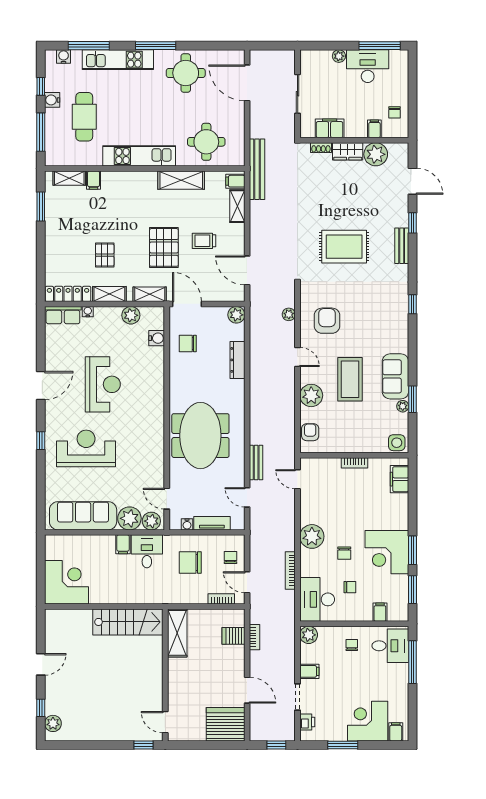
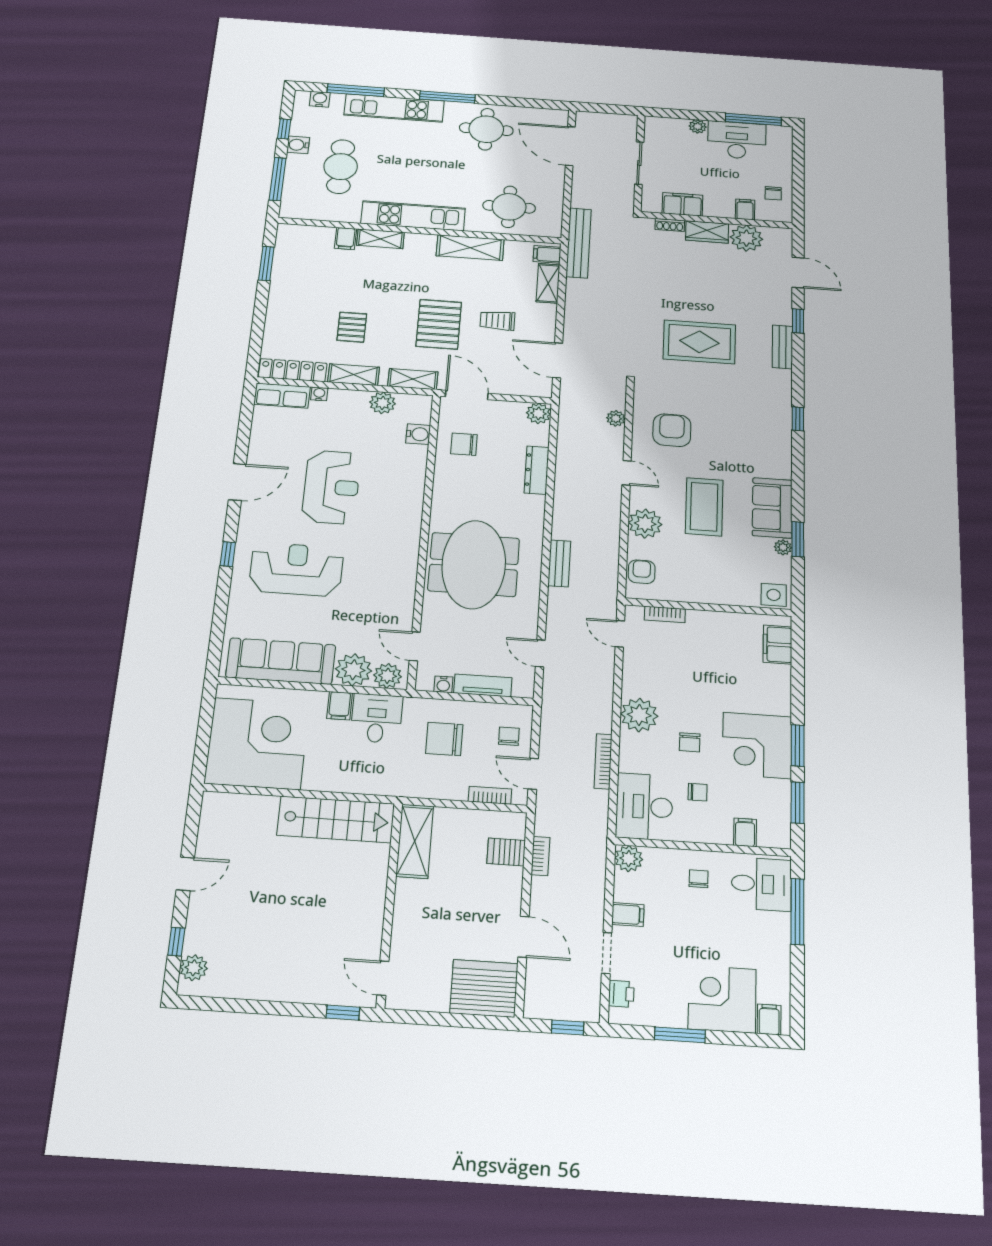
shelving: (69, 178) -> (380, 239), moved
bench: (256, 462) -> (559, 563), moved
bookcase: (355, 463) -> (665, 614), moved
corner desk: (67, 582) -> (257, 743), width x1.36, depth x1.36

